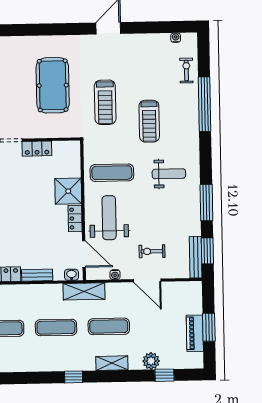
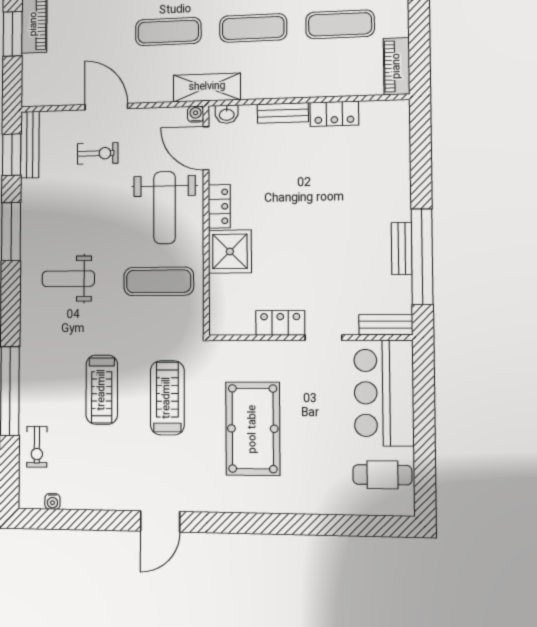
treadmill: (149, 121) -> (102, 390), moved, turned 180
water cooler: (115, 275) -> (196, 114), moved

